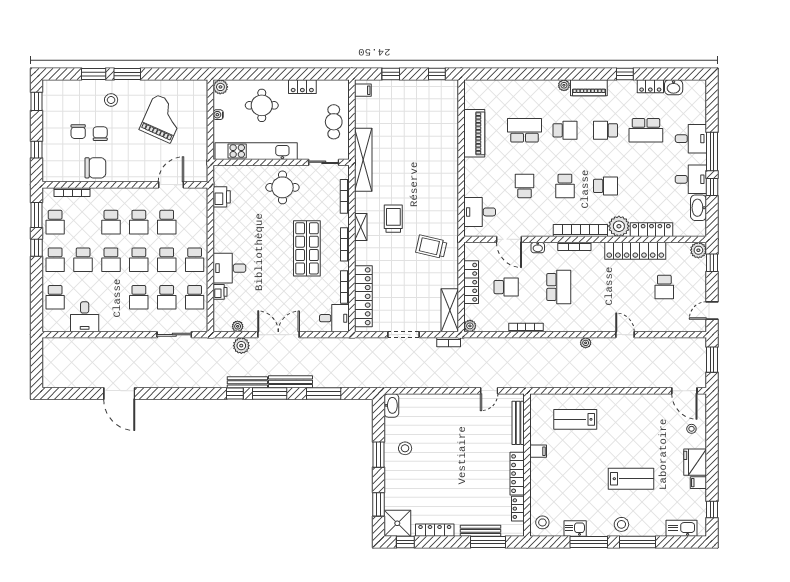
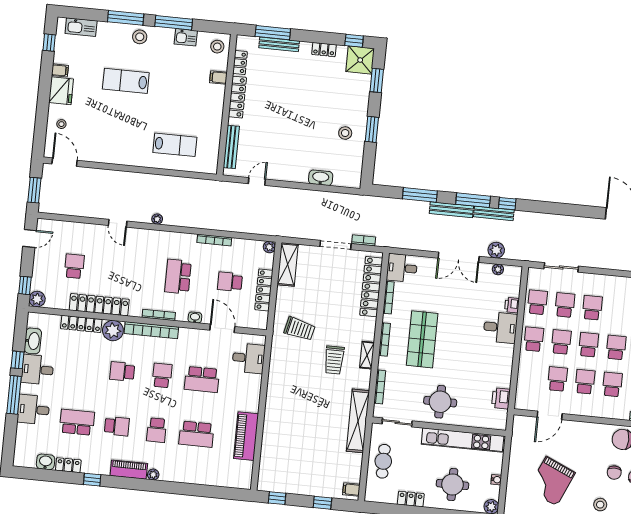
school desk: (565, 130) -> (157, 430), turned -90
school desk: (525, 186) -> (202, 379), width x1.85
bookcase: (449, 342) -> (364, 240), moved
washbasin: (391, 405) -> (321, 178), moved, turned 90
filing cabinet: (538, 451) -> (218, 77), moved
locker: (435, 530) -> (324, 50), width x0.66

